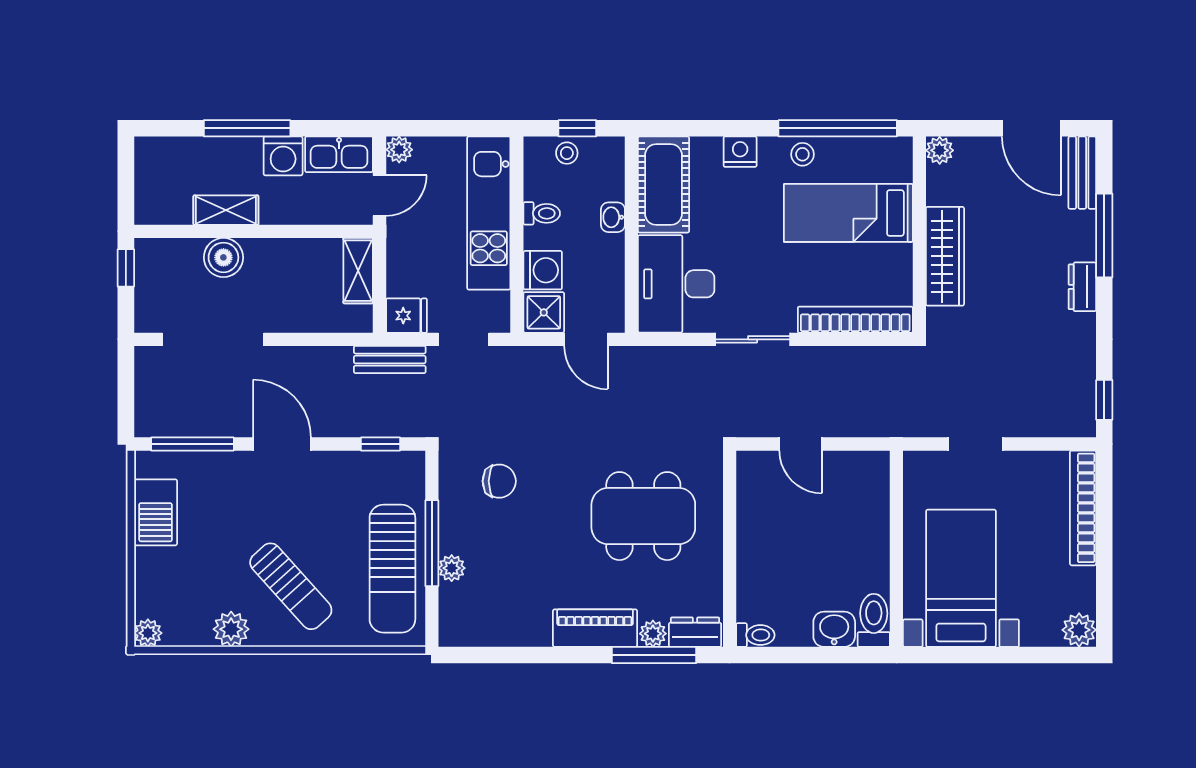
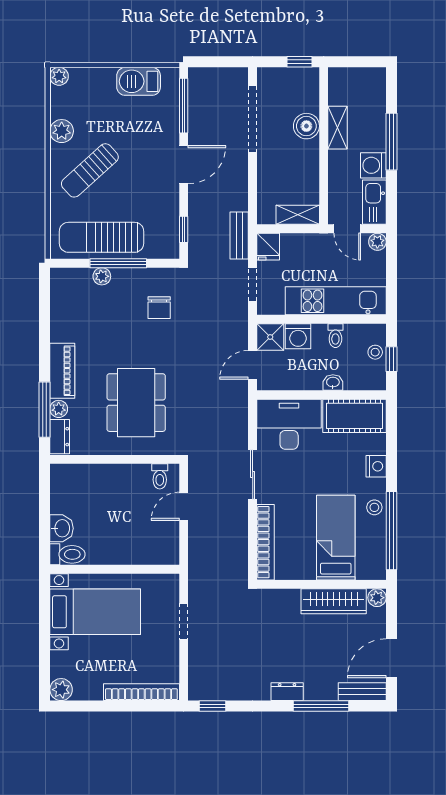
wardrobe: (945, 256) -> (334, 601), moved
toilet: (755, 635) -> (160, 476), moved

